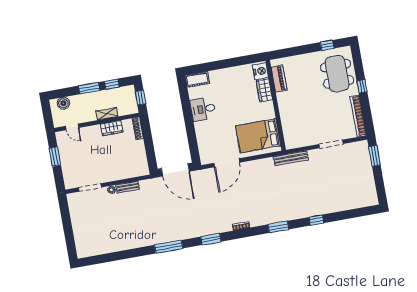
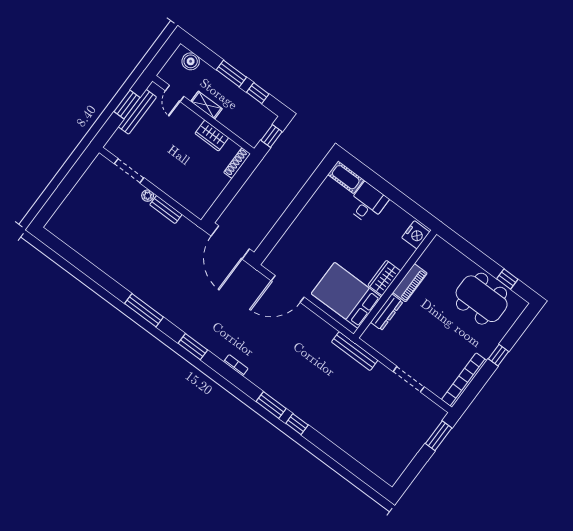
dining table: (337, 74) -> (482, 299), moved, turned 90
piano: (279, 79) -> (410, 283), moved
wardrobe: (264, 90) -> (384, 278), moved
desk: (203, 109) -> (367, 203), moved, turned 90
shelving: (107, 114) -> (206, 105), moved
dresser: (286, 123) -> (387, 312), added
bench: (64, 155) -> (137, 112), added
window: (316, 220) -> (297, 424), moved

